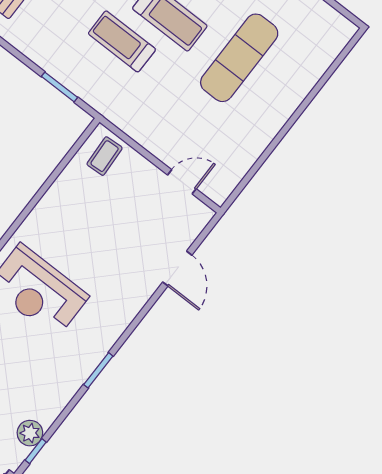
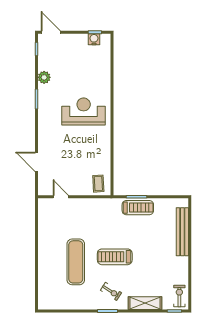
treadmill: (122, 41) -> (138, 208), moved
door: (182, 182) -> (61, 197), swing flipped
plant: (30, 433) -> (44, 77), moved

